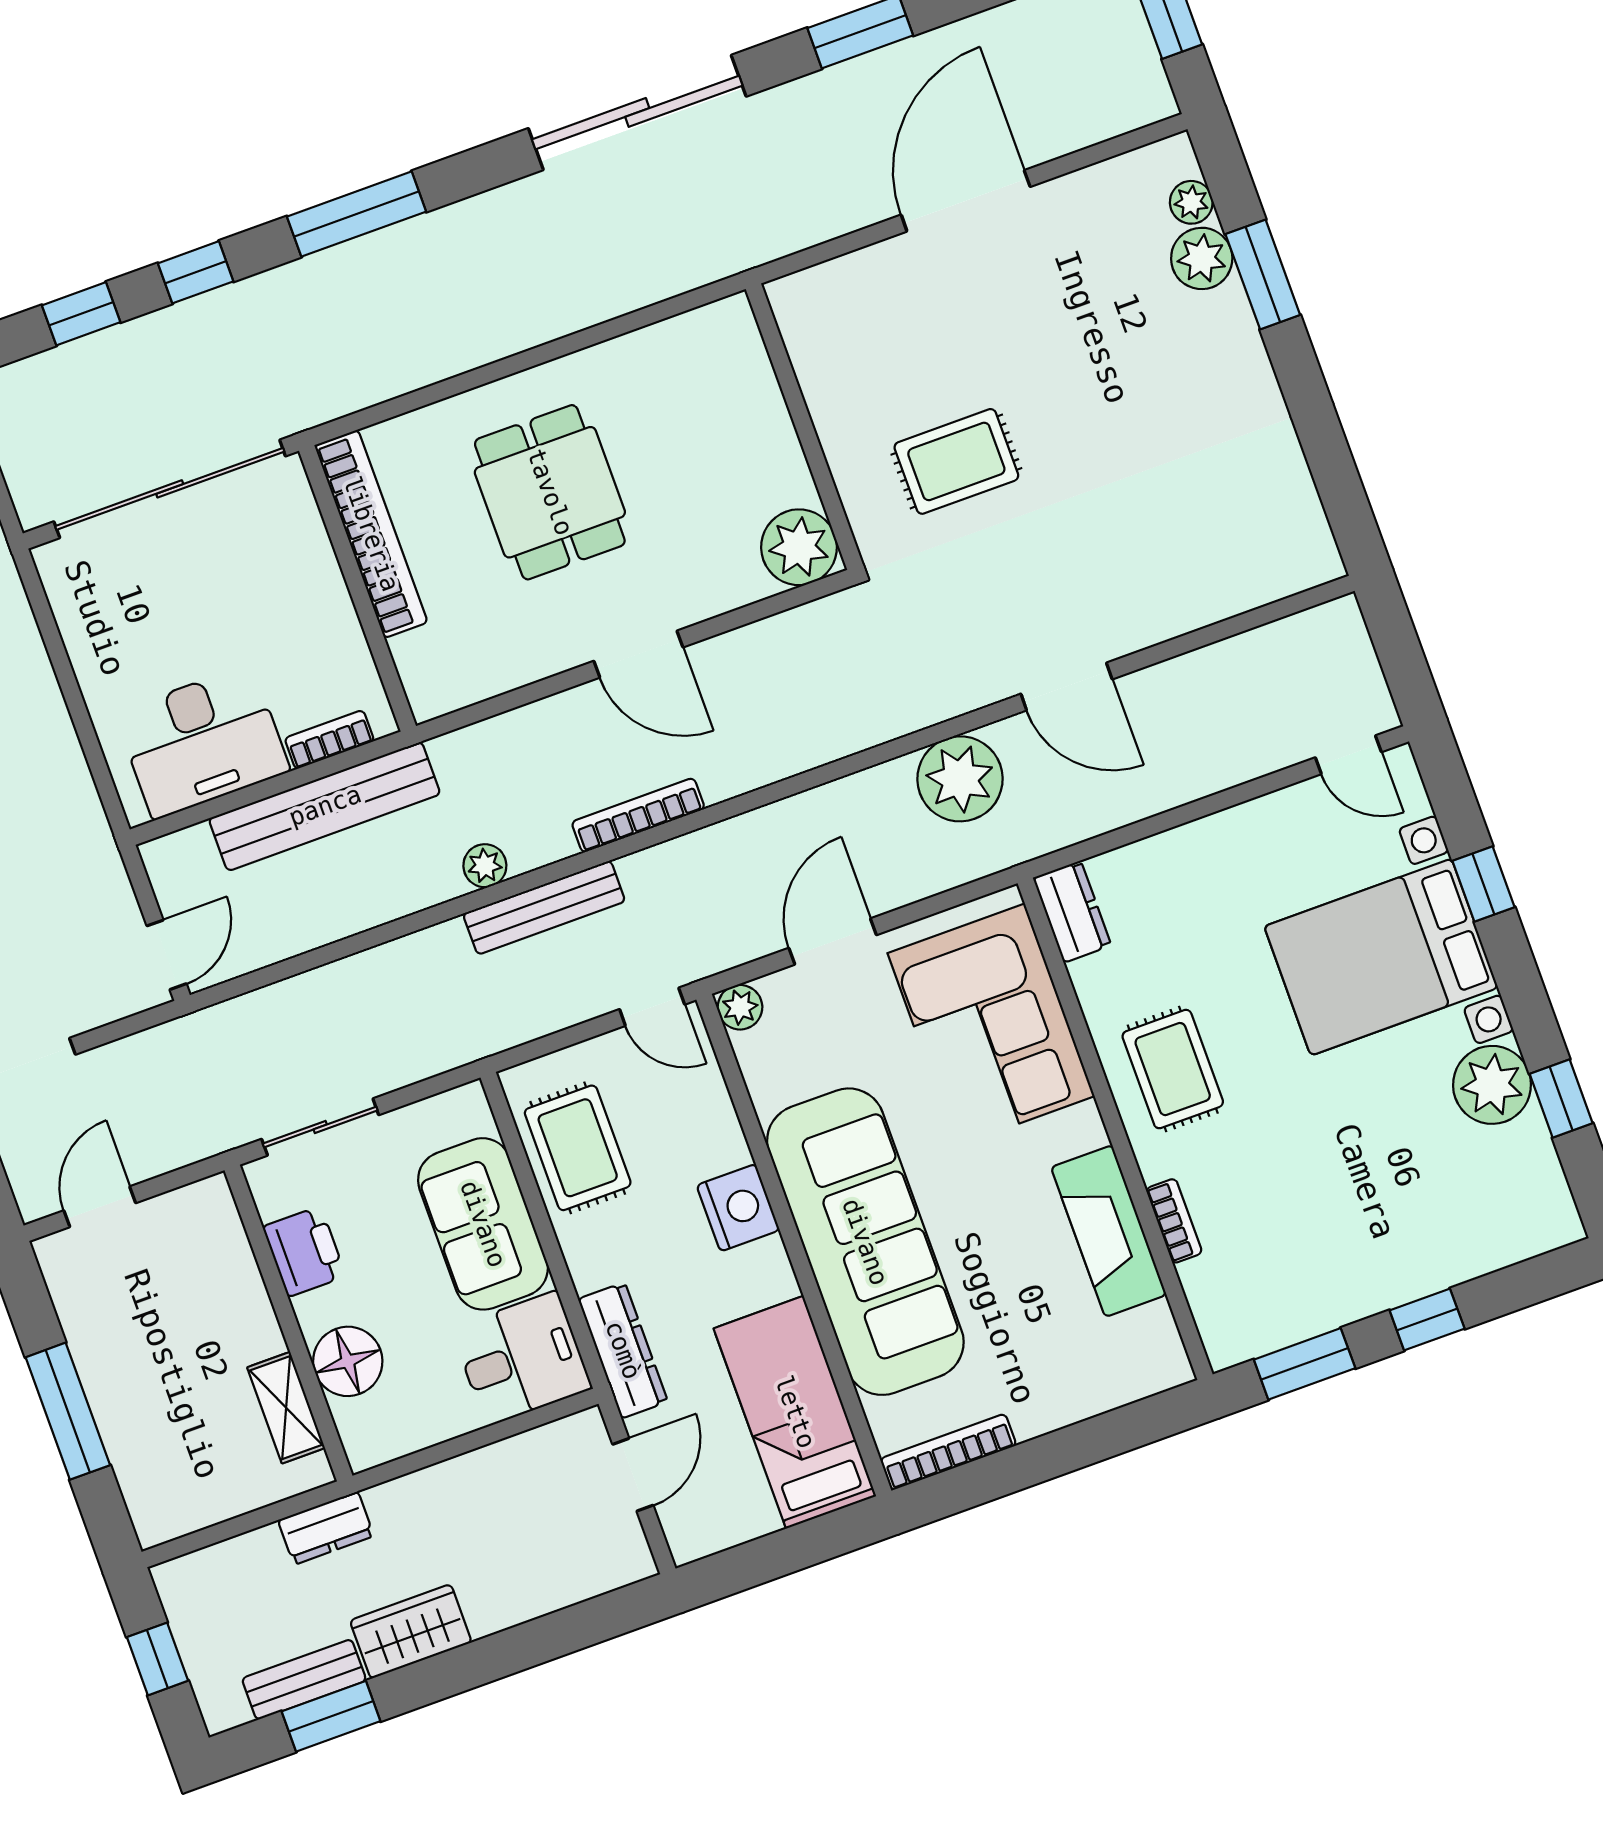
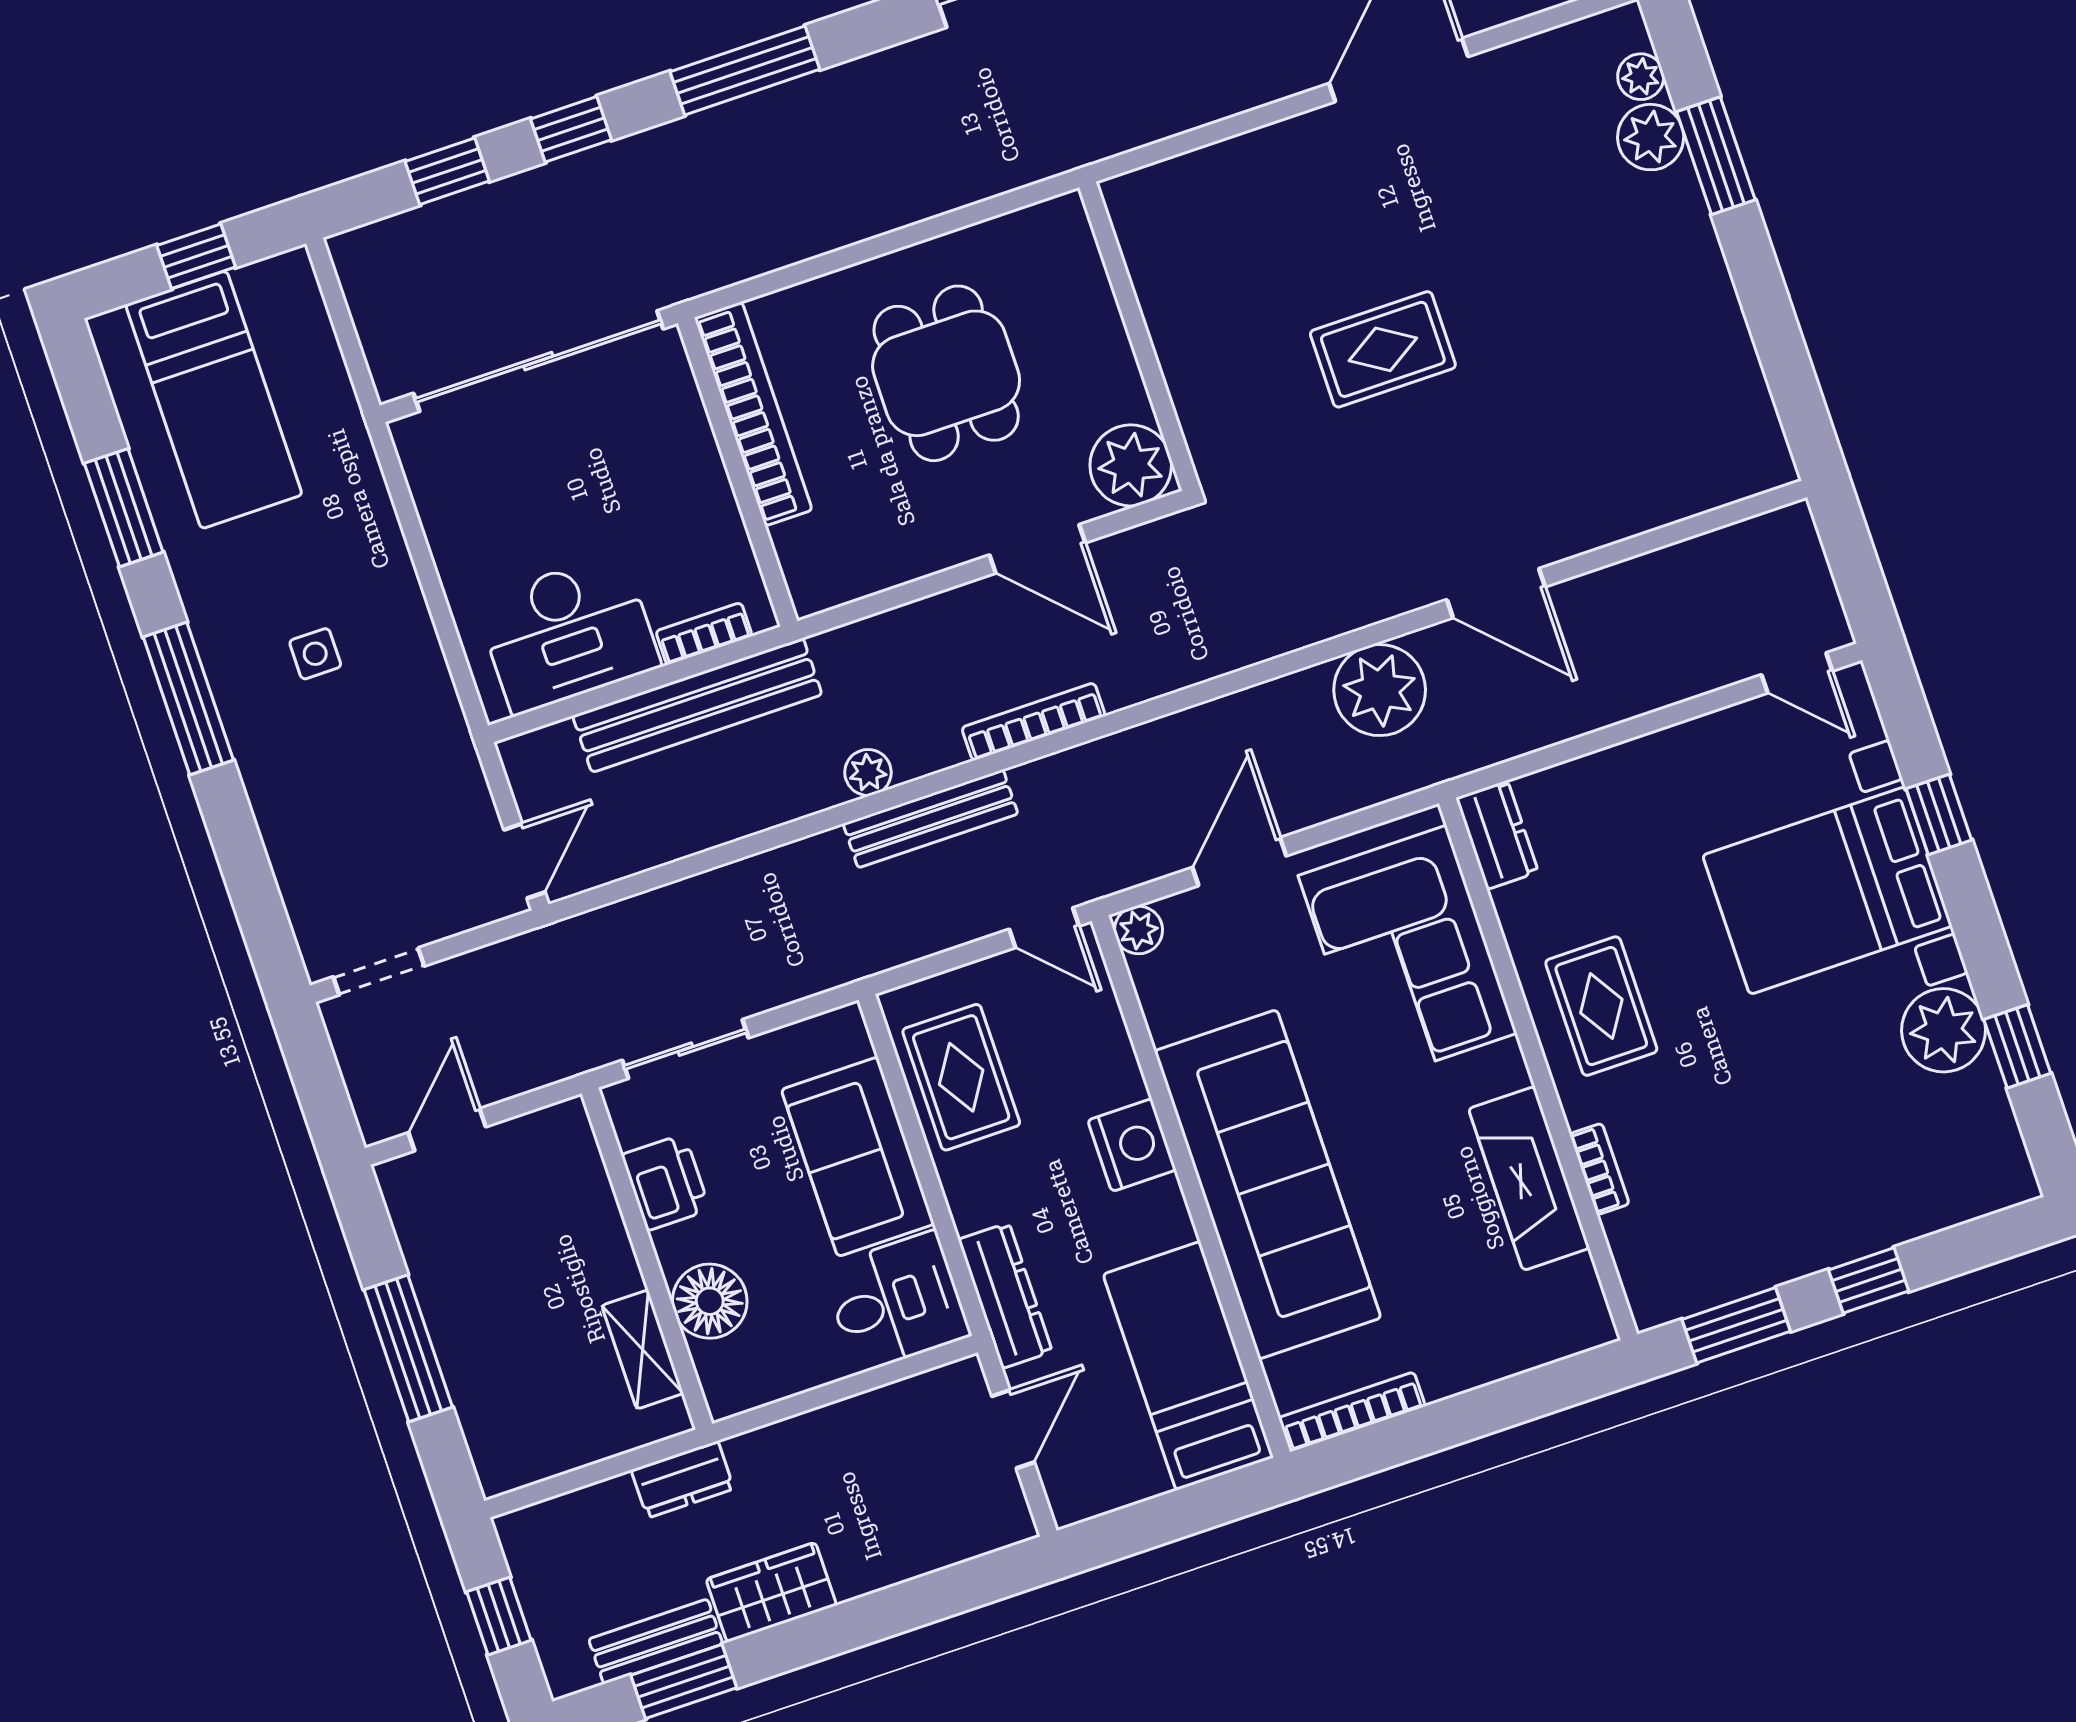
wall: (804, 427) -> (1139, 336), moved
plant: (799, 547) -> (1131, 465), moved

